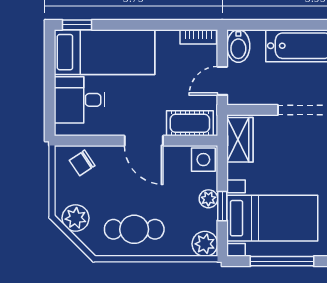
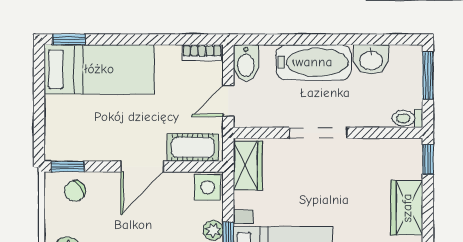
desk: (79, 100) -> (72, 122), removed
window: (76, 141) -> (68, 167), added
door: (144, 141) -> (142, 167), hinge flipped

